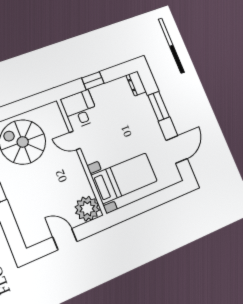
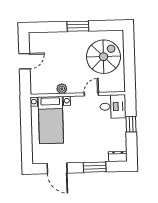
plant: (87, 209) -> (62, 89), moved, width x0.53, depth x0.53

